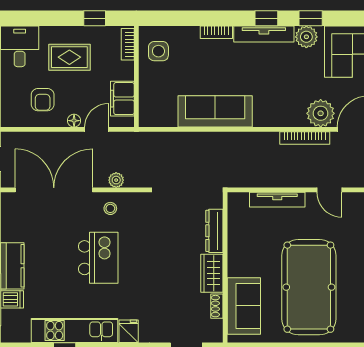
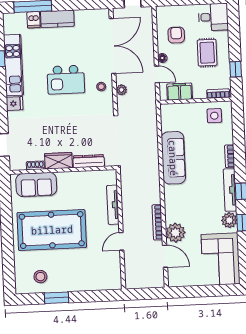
armchair: (43, 100) -> (176, 35), turned 90

